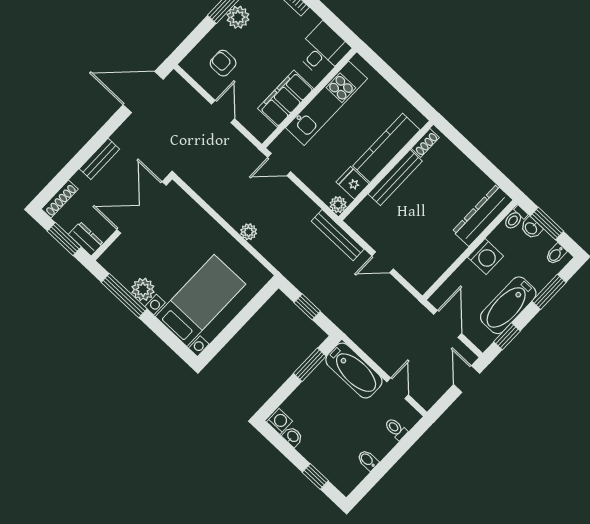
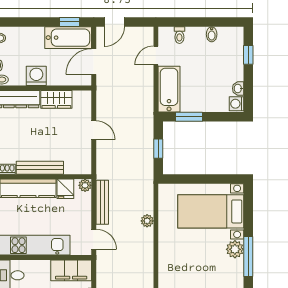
filing cabinet: (286, 99) -> (71, 270), moved
bench: (338, 235) -> (102, 202), moved
wardrobe: (445, 255) -> (56, 99), added
window: (549, 292) -> (23, 22), removed
bathtub: (508, 305) -> (68, 38), moved

